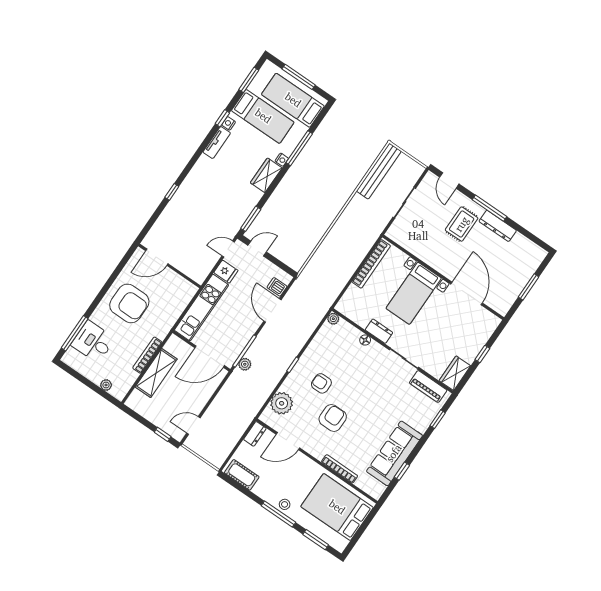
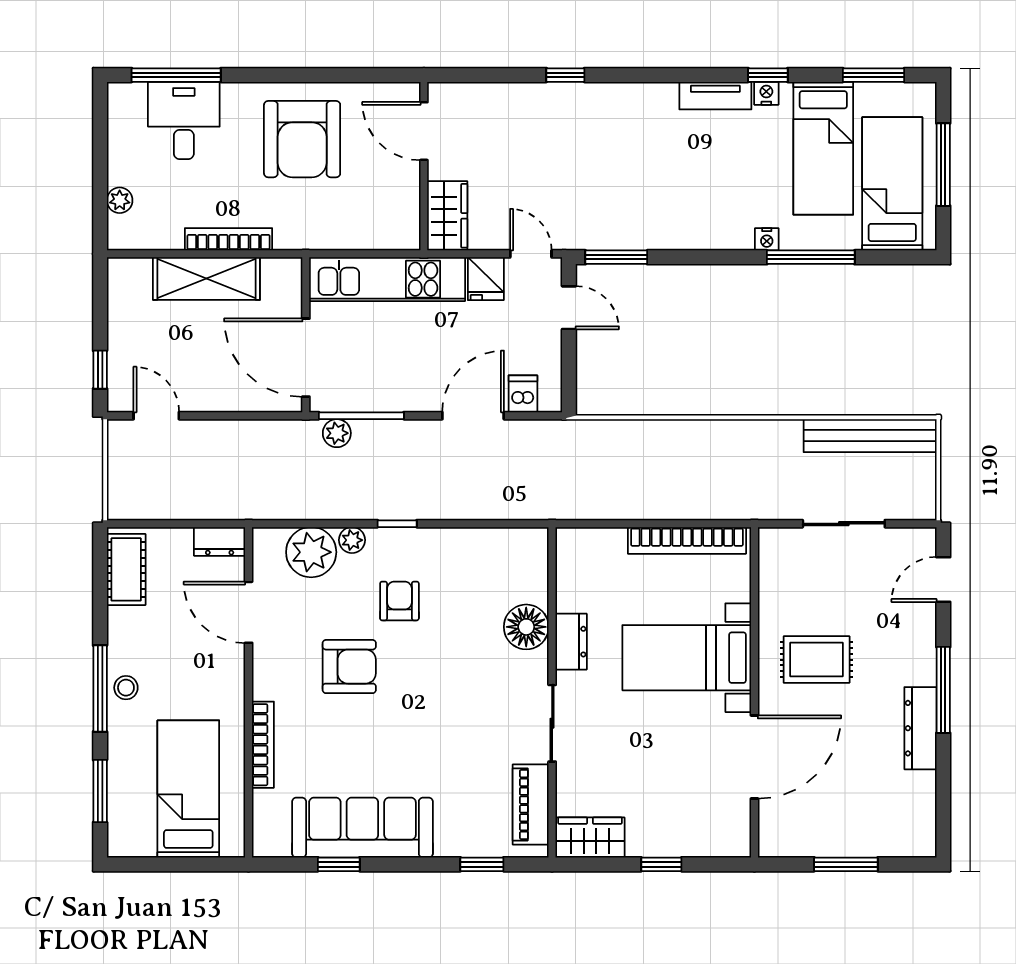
wardrobe: (266, 175) -> (447, 216), moved, turned 90
rug: (462, 224) -> (817, 660), moved
plant: (333, 319) -> (352, 540), moved
floor lamp: (365, 340) -> (526, 627), width x1.89, depth x1.89
bed: (337, 507) -> (188, 789), width x0.67

